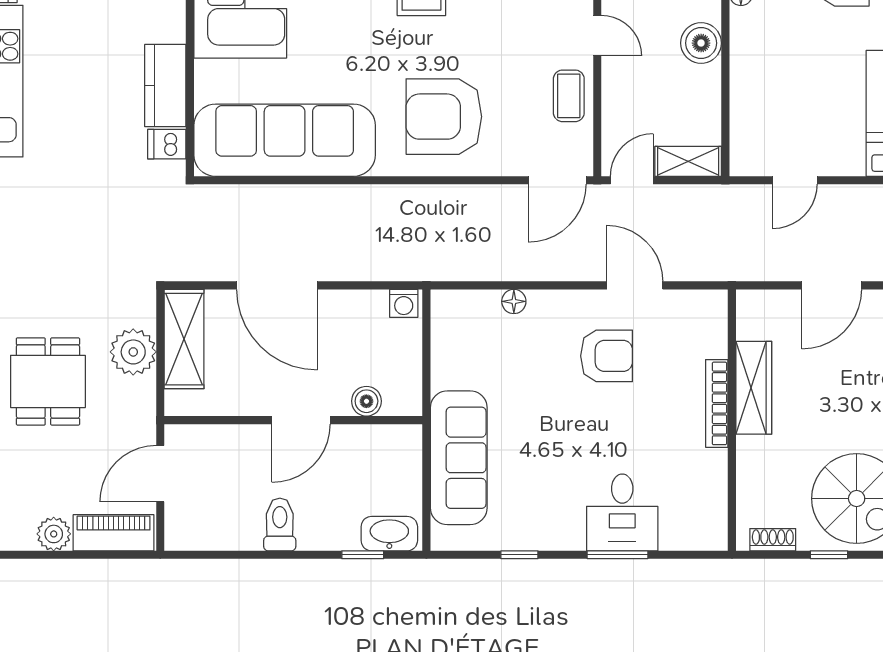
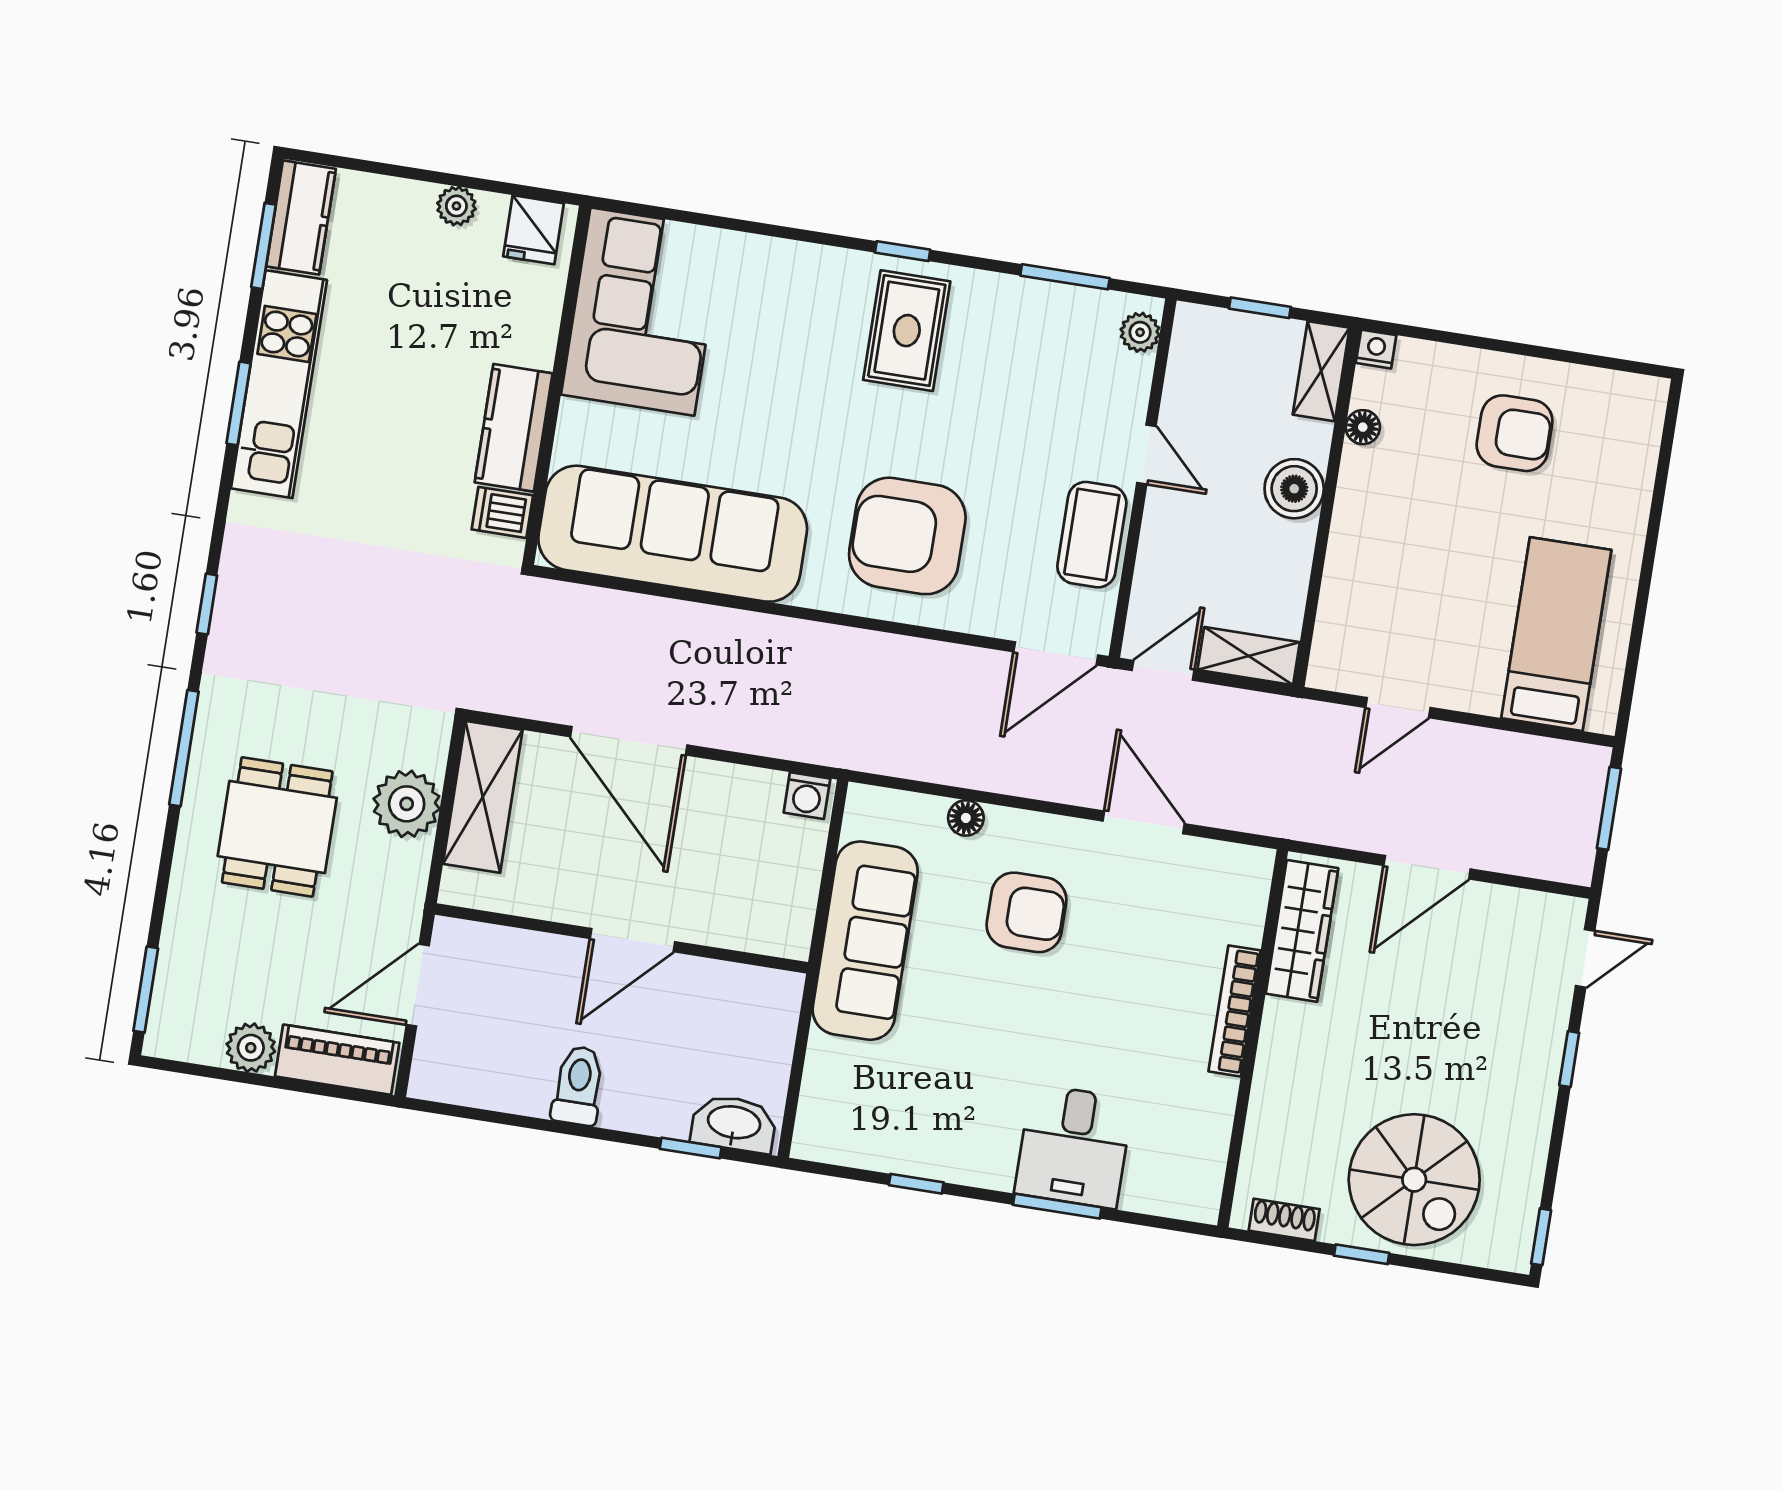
coffee table: (569, 96) -> (1092, 535), width x1.36, depth x1.30
armchair: (607, 356) -> (1026, 912), moved
wardrobe: (754, 388) -> (1302, 931), moved
boiler: (366, 401) -> (731, 928), removed
sofa: (459, 458) -> (865, 941), moved

